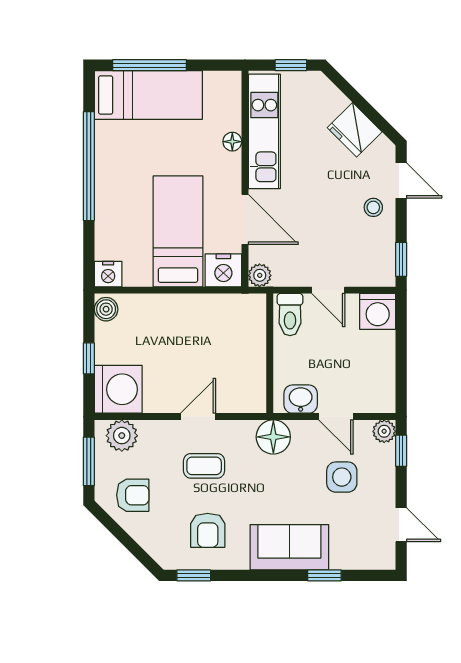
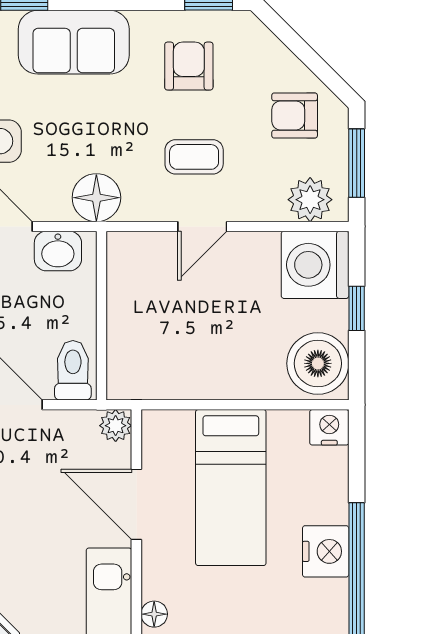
nightstand: (223, 270) -> (326, 551), moved, turned 90
boiler: (106, 309) -> (318, 363), width x1.86, depth x1.86

